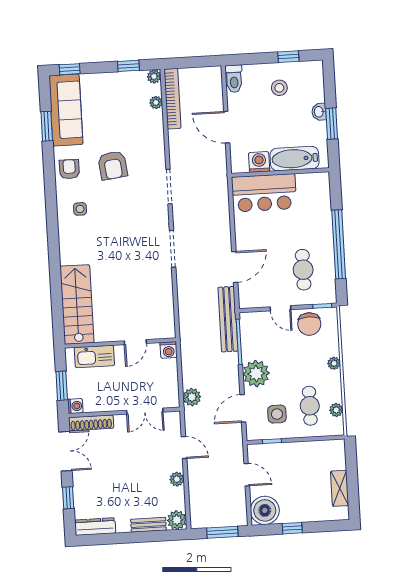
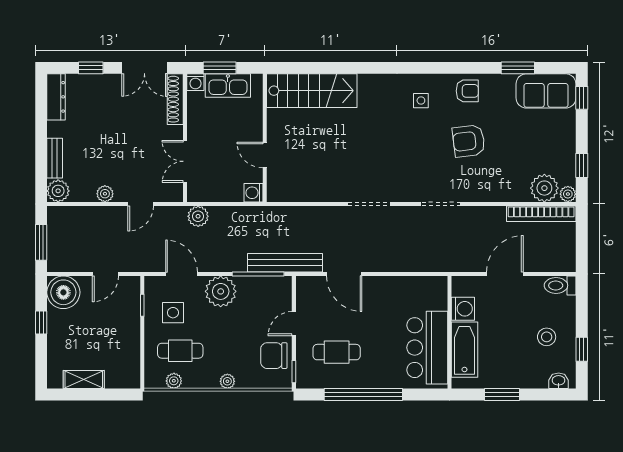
plant: (156, 102) -> (544, 188), width x1.88, depth x1.88
sofa: (66, 110) -> (546, 91), width x0.73
washbasin: (319, 112) -> (559, 381), moved
bar counter: (264, 193) -> (427, 348), moved
kitchen sink: (94, 356) -> (228, 86), moved, turned -90

